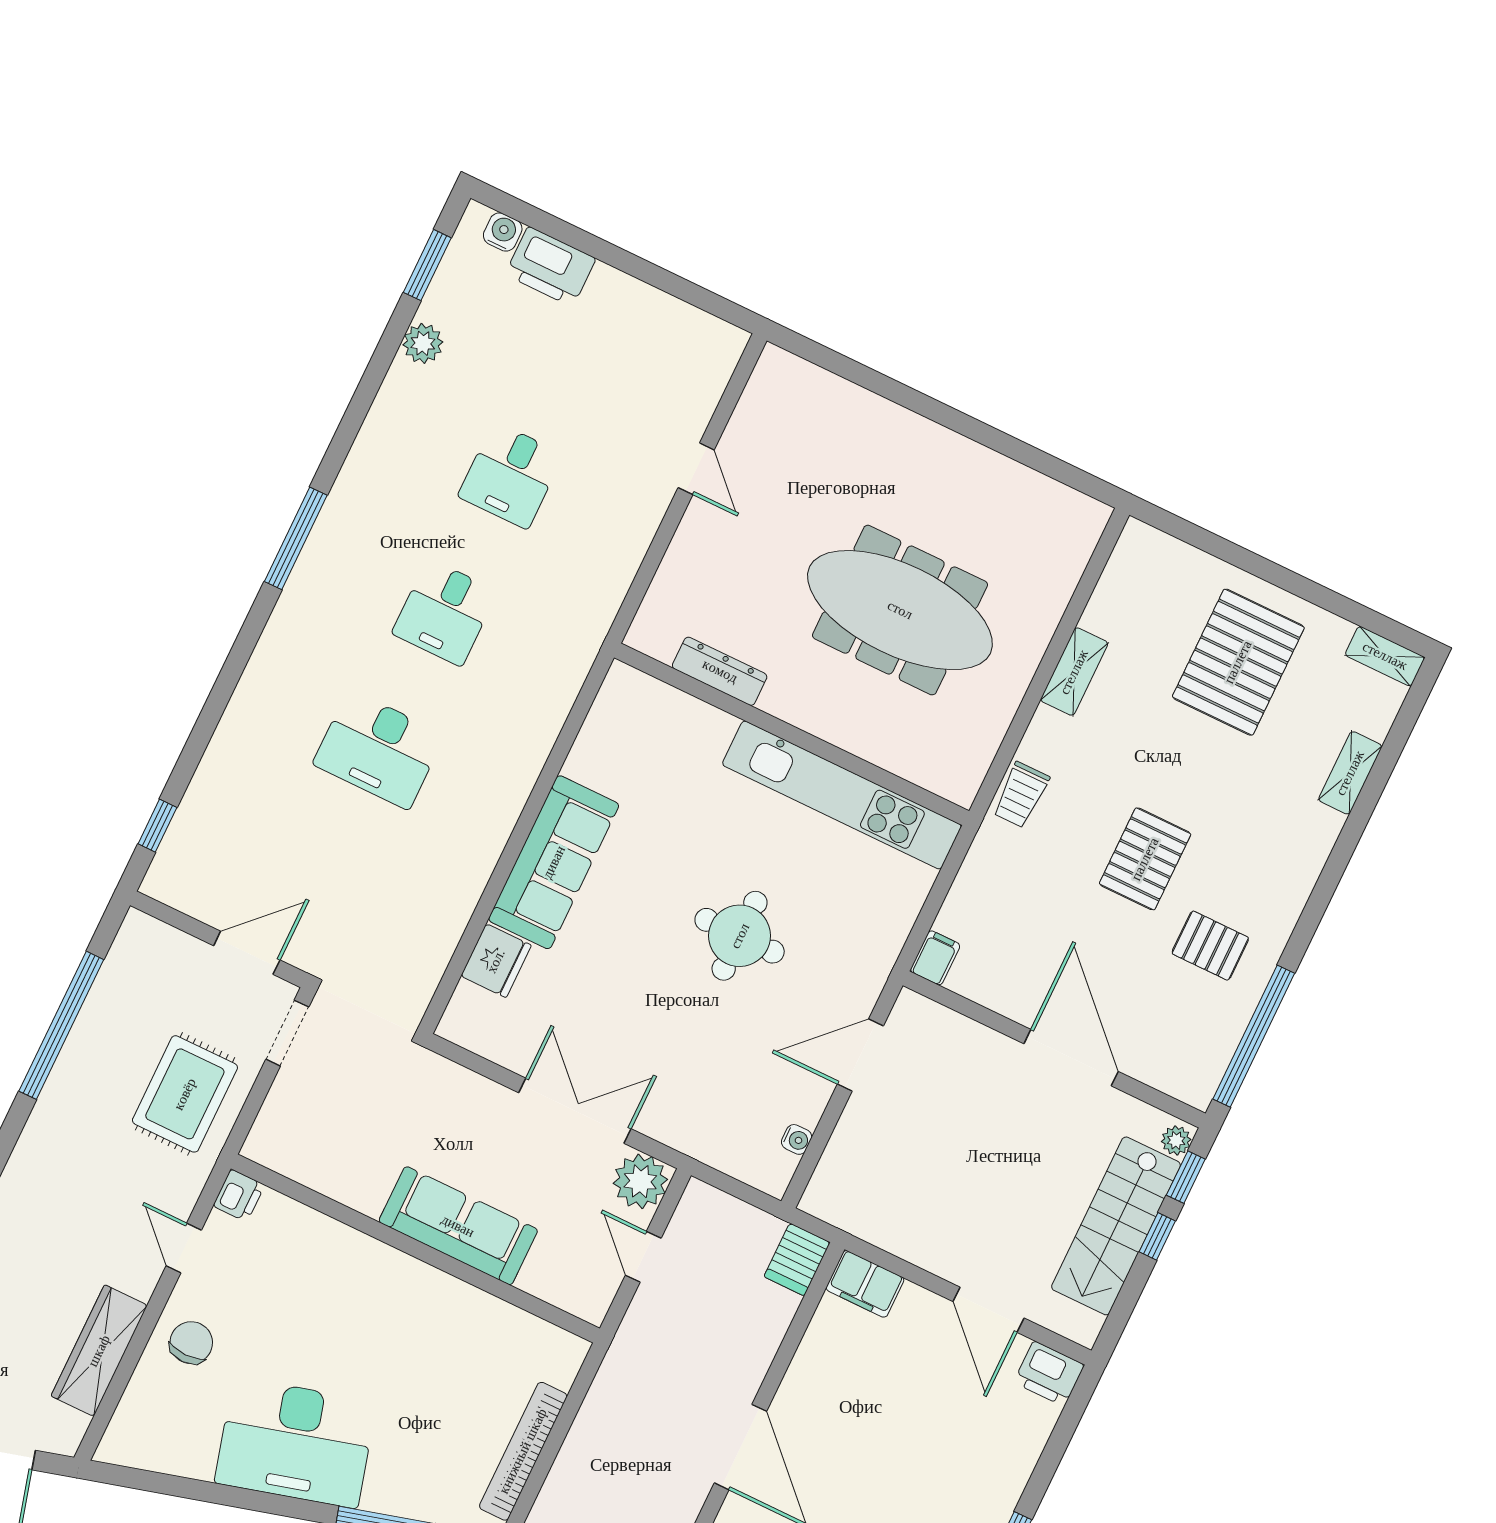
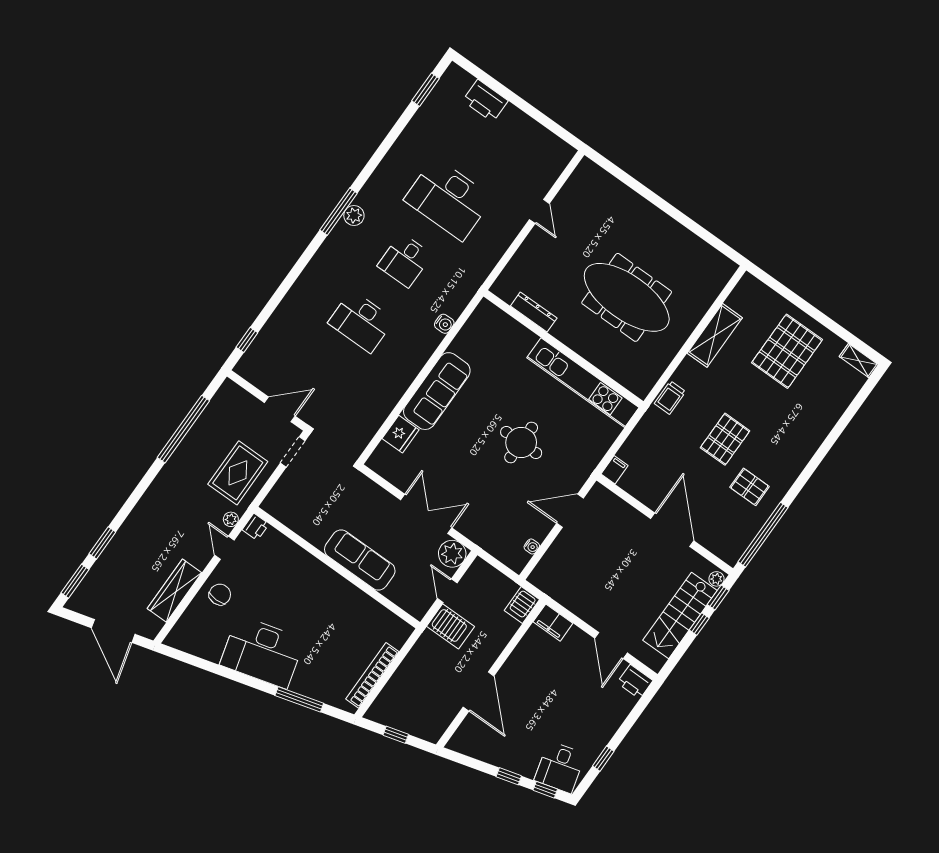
water cooler: (503, 232) -> (444, 324), moved, turned 90
plant: (423, 343) -> (354, 215), moved
desk: (511, 475) -> (448, 199), width x1.87, depth x1.30
shelving: (1074, 672) -> (715, 335), width x1.50, depth x1.33
shelving: (1350, 773) -> (832, 415), removed
plant: (187, 1189) -> (231, 519), added
server rack: (662, 1327) -> (451, 626), added

